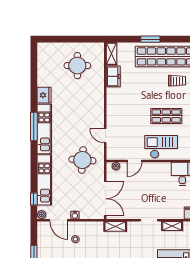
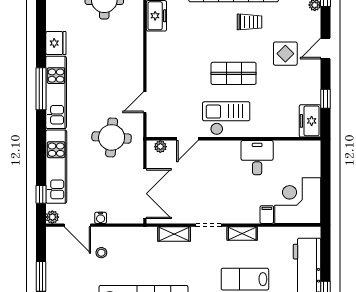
door: (105, 136) -> (145, 102), hinge flipped
shelving: (115, 226) -> (174, 234), moved

